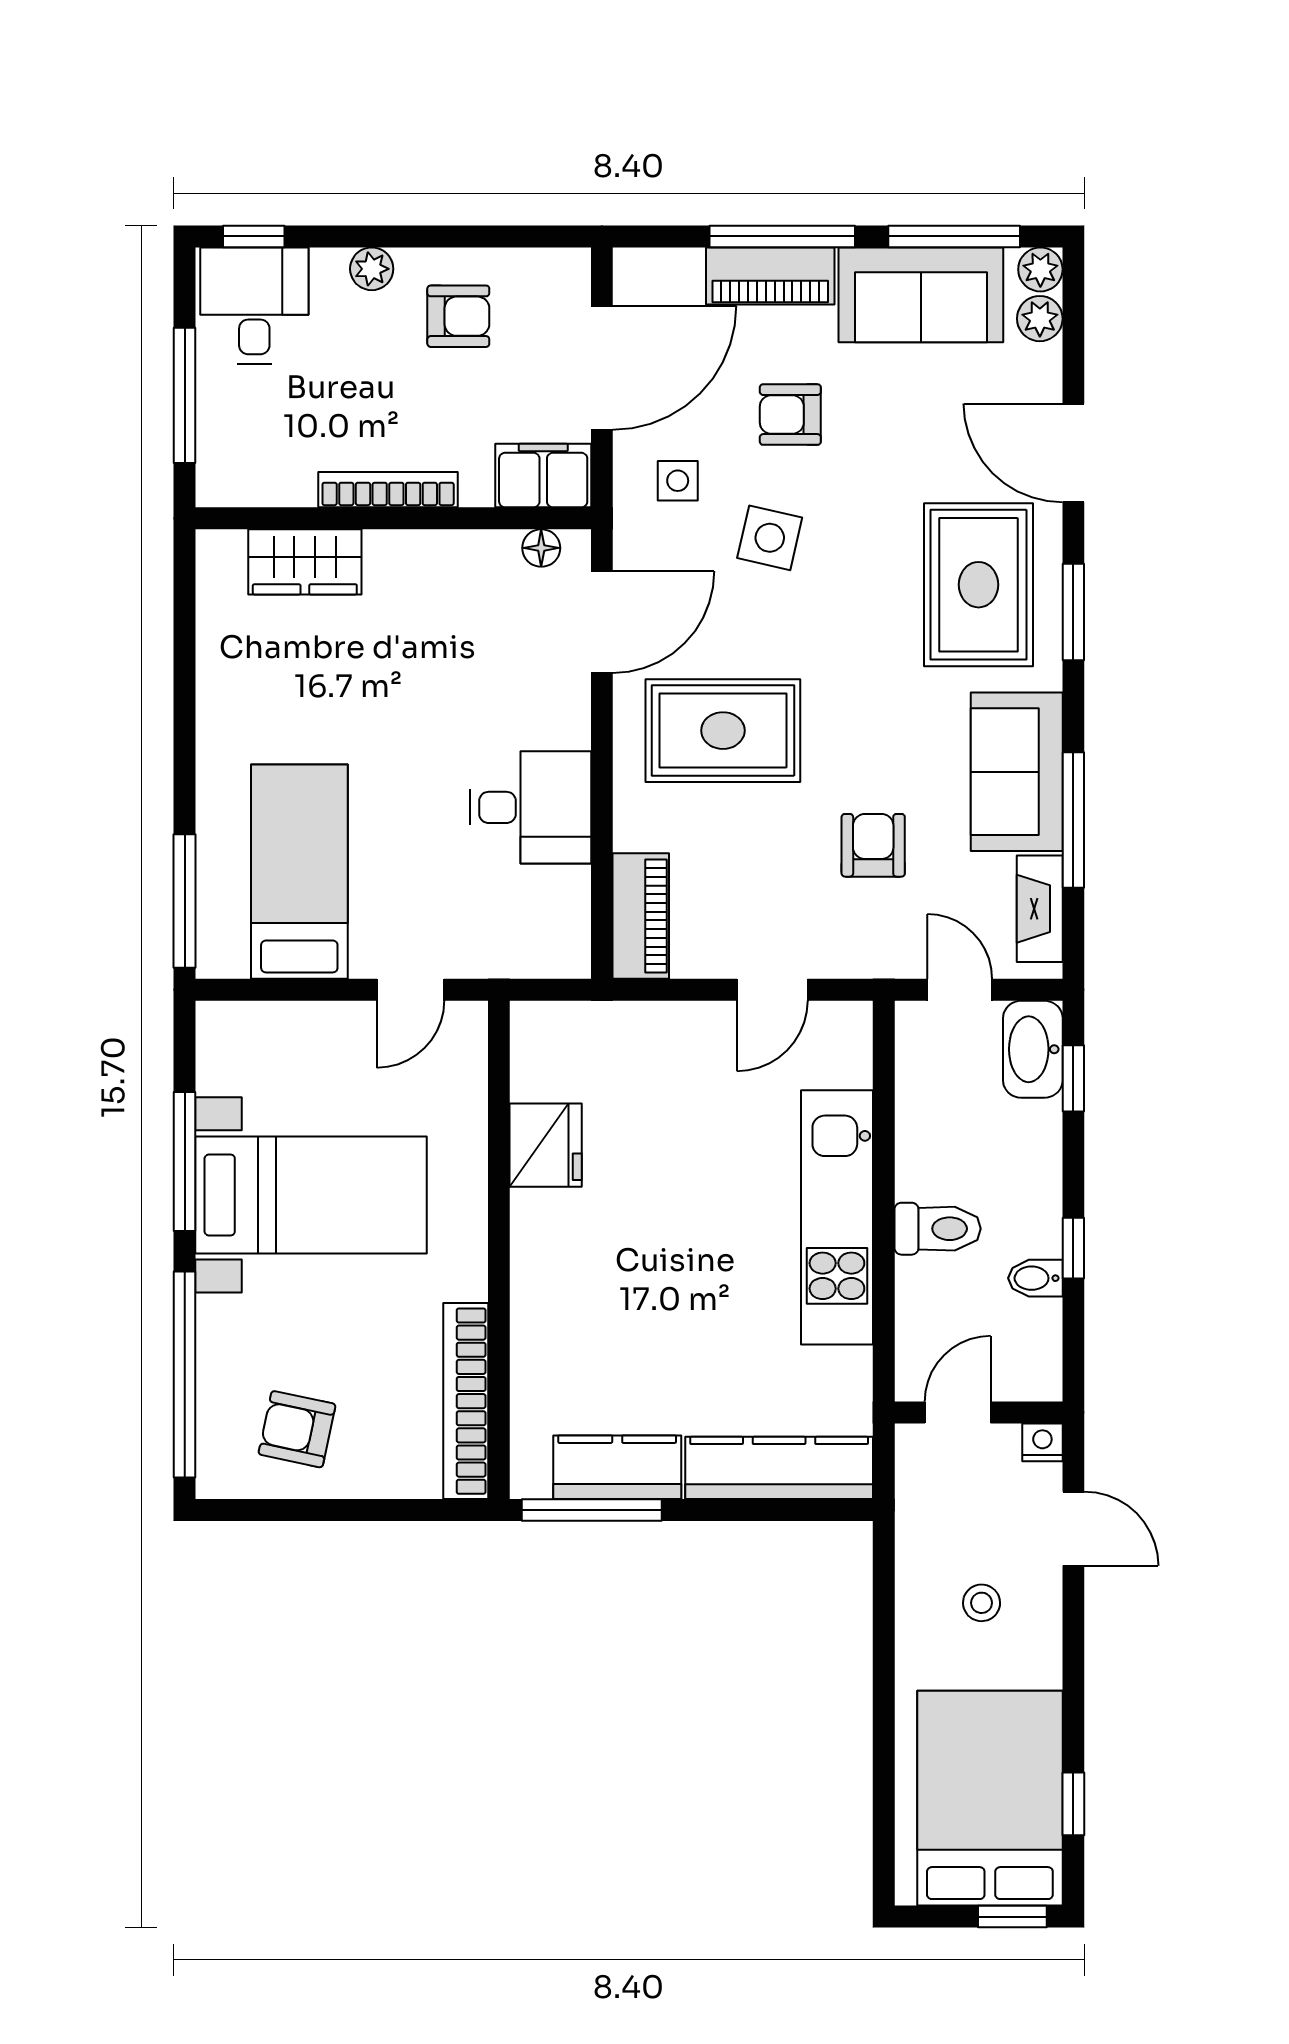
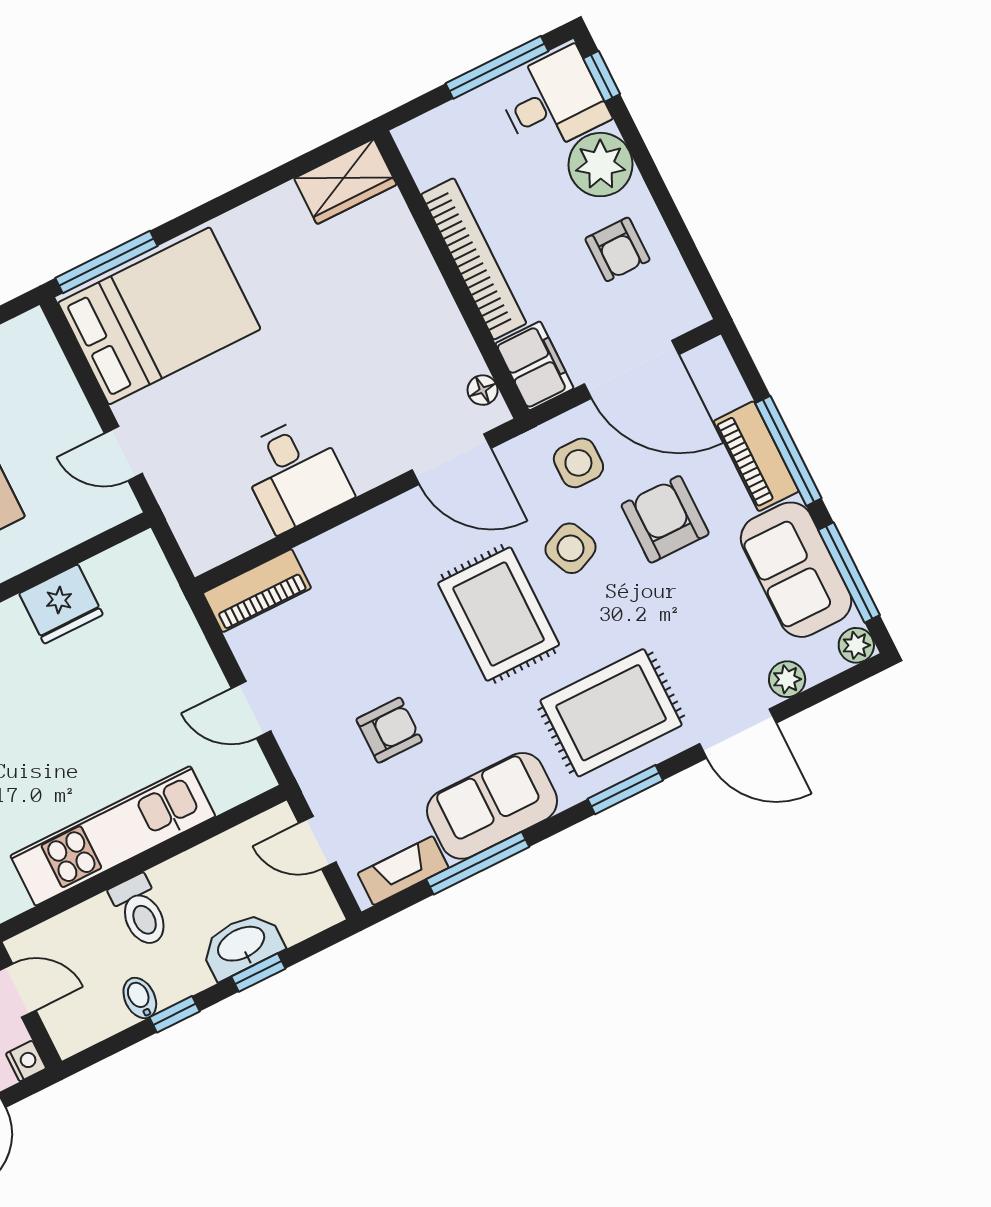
plant: (372, 269) -> (601, 165), width x1.88, depth x1.88
plant: (1040, 319) -> (787, 679), moved
window: (185, 395) -> (497, 67), moved
armchair: (790, 415) -> (665, 519), width x1.38, depth x1.38
door: (1073, 453) -> (738, 733), swing flipped
side table: (678, 481) -> (578, 463), width x1.37, depth x1.37
bookcase: (388, 490) -> (474, 259), width x1.48, depth x1.31
side table: (770, 538) -> (571, 548), turned -37
wardrobe: (305, 562) -> (345, 181), moved, turned -90
rug: (723, 731) -> (499, 614), moved
bed: (299, 872) -> (159, 316), width x1.50
door: (960, 990) -> (317, 843), swing flipped
washbasin: (1033, 1049) -> (242, 945), moved
window: (1073, 1078) -> (258, 973), moved

